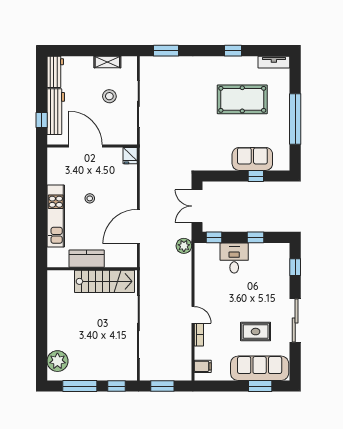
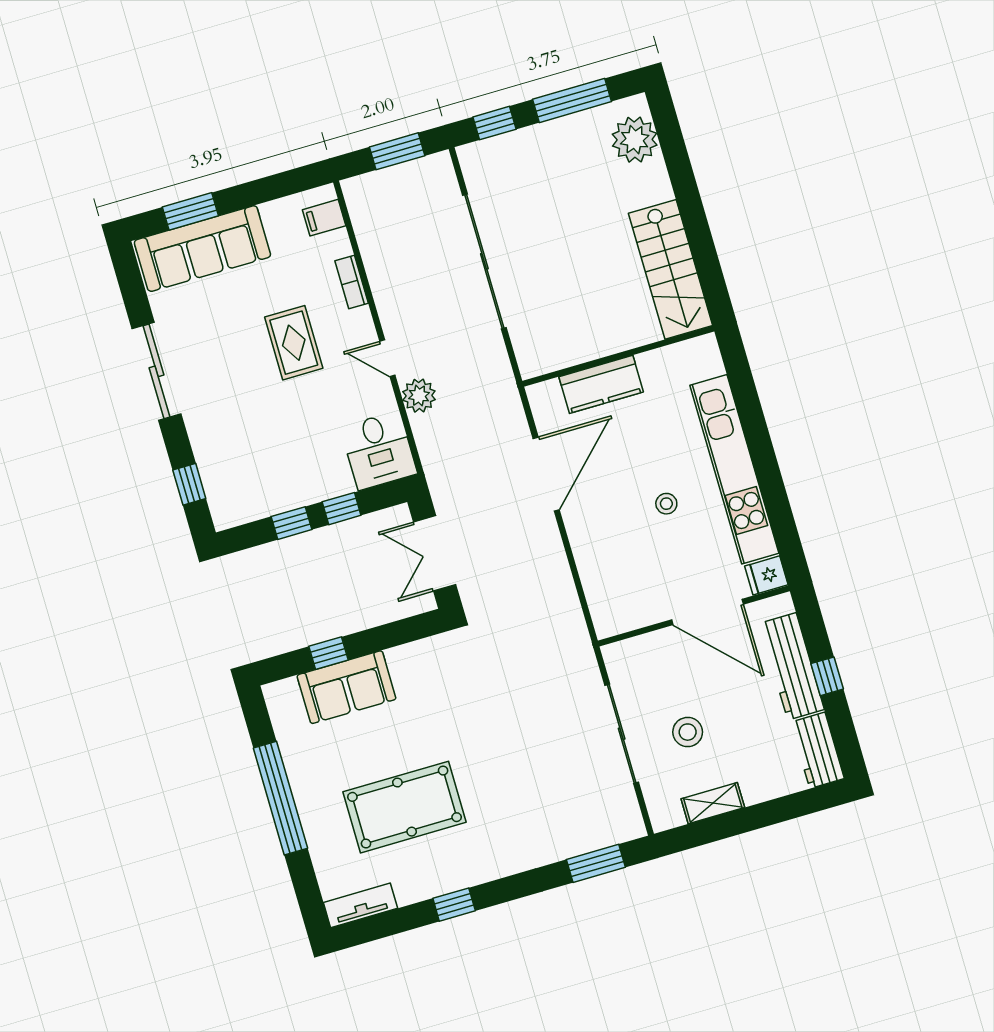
window: (42, 120) -> (827, 676), moved
fridge: (130, 156) -> (766, 575), moved, turned -90
double door: (197, 206) -> (435, 553), swing flipped
kitchen unit: (56, 216) -> (734, 469), width x1.36
window: (214, 237) -> (342, 509), moved
plant: (184, 246) -> (419, 396), moved
desk: (234, 258) -> (379, 450), moved
kitchen counter: (87, 259) -> (601, 384), moved
stairs: (105, 281) -> (671, 269), moved, turned -90
door: (193, 315) -> (387, 358), moved
rug: (256, 332) -> (294, 343), moved, turned 90

